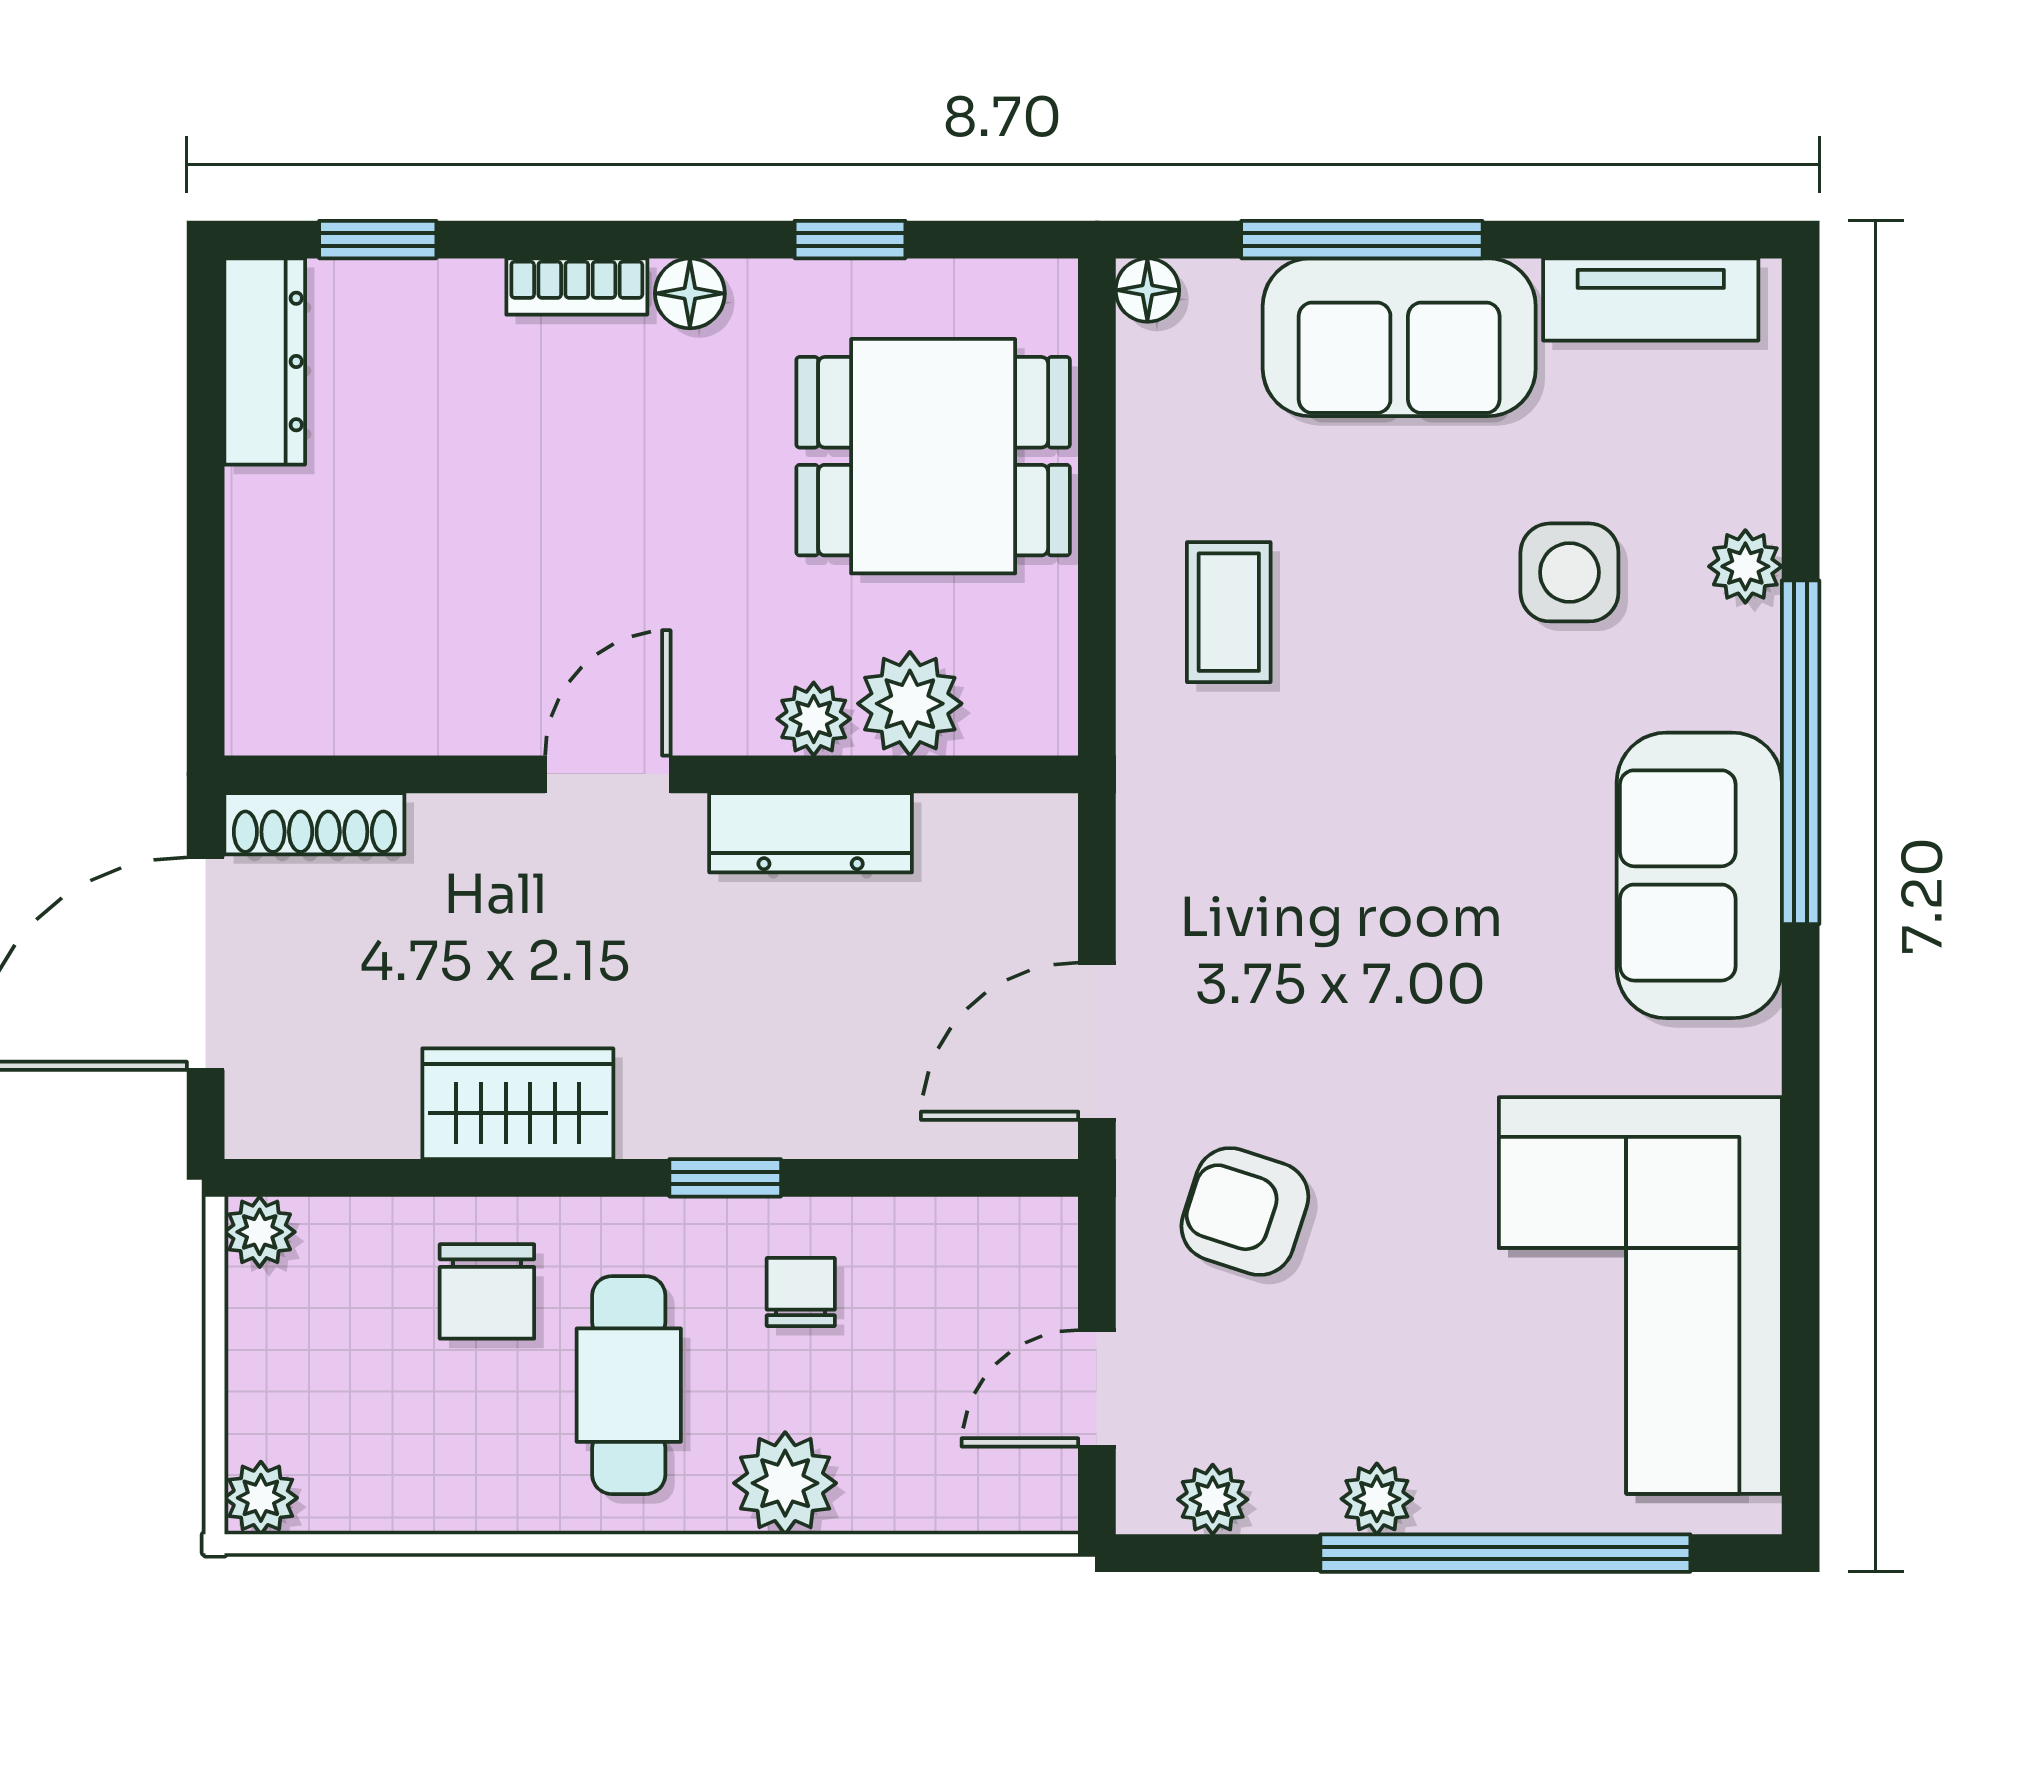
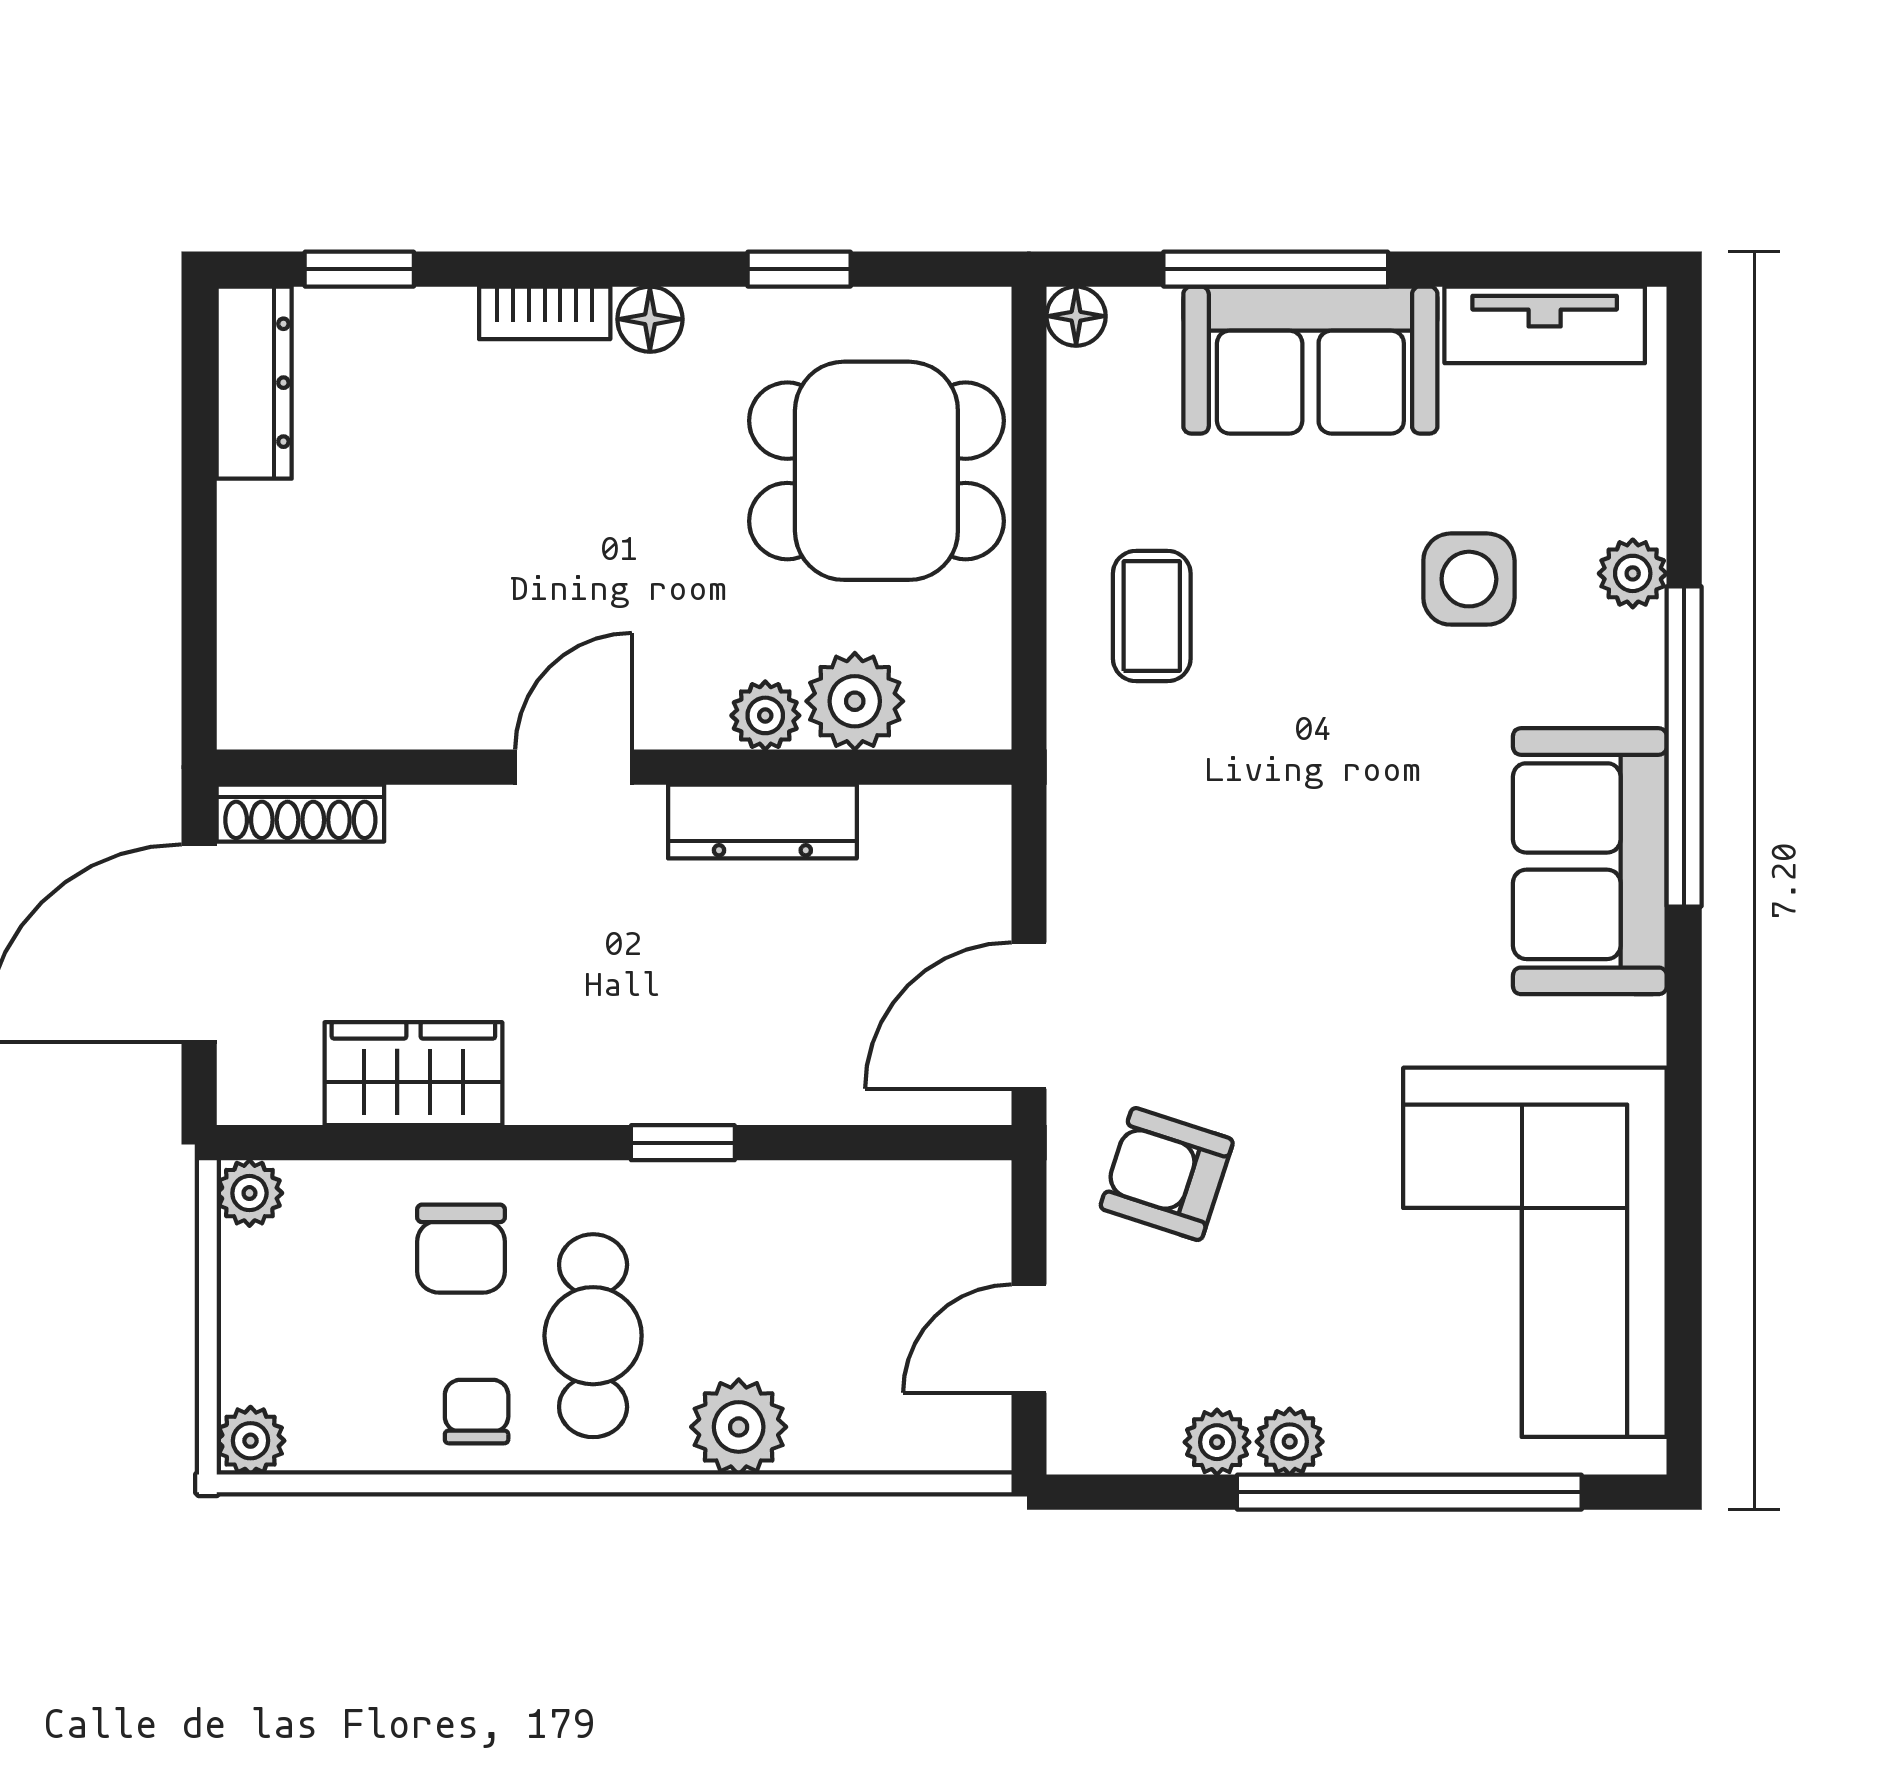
wardrobe: (518, 1104) -> (413, 1074), moved
chair: (801, 1292) -> (477, 1412), moved
plant: (1213, 1499) -> (1217, 1442), moved

